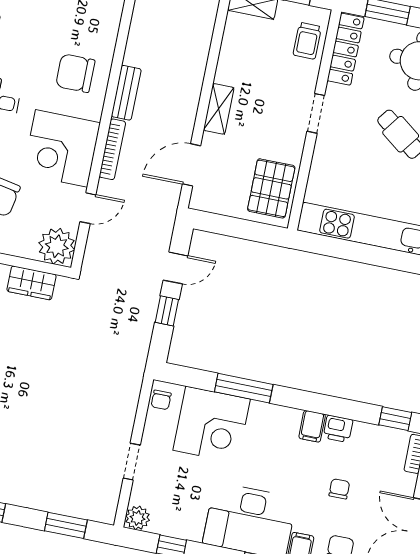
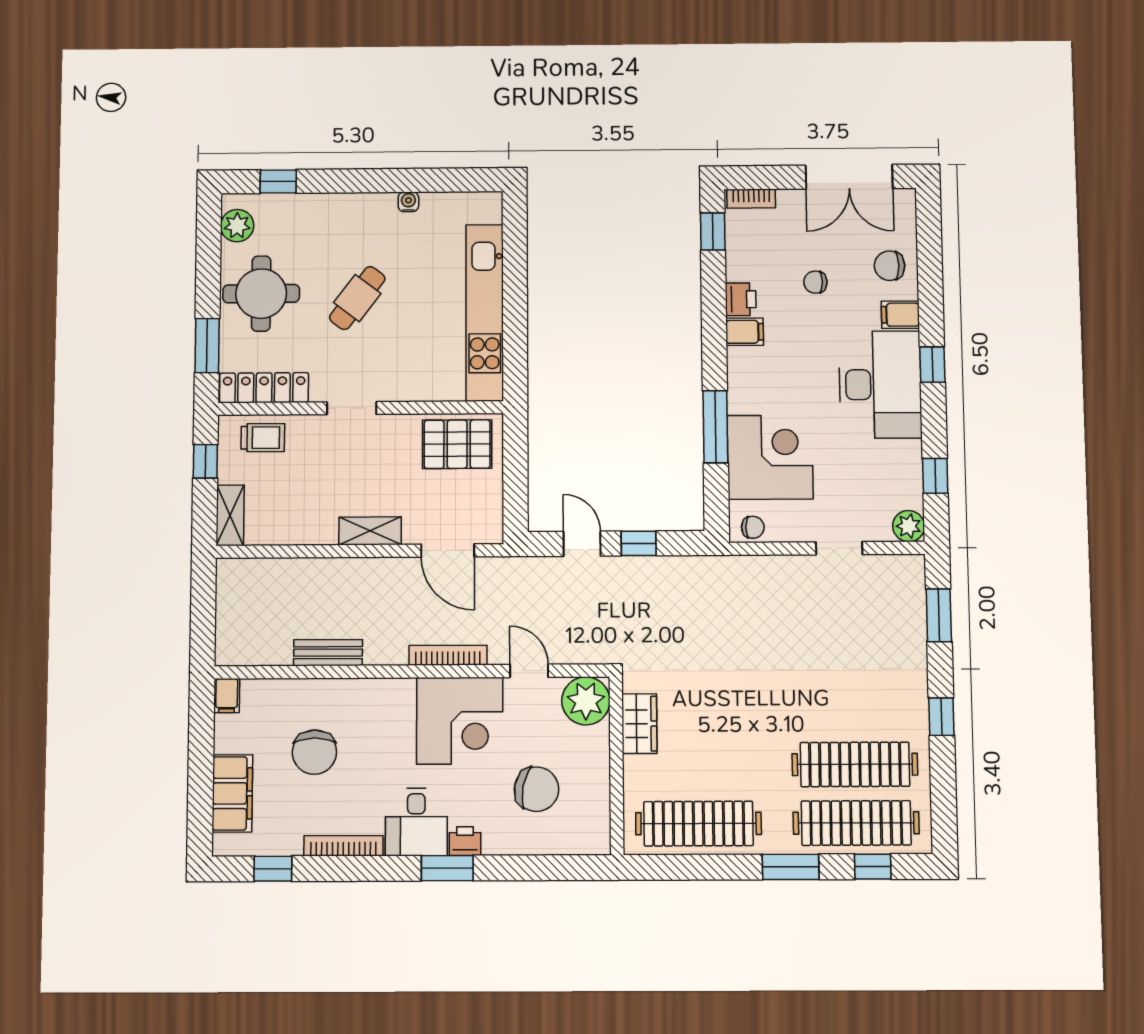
chair: (75, 73) -> (314, 752), moved
bench: (126, 93) -> (328, 653), moved

